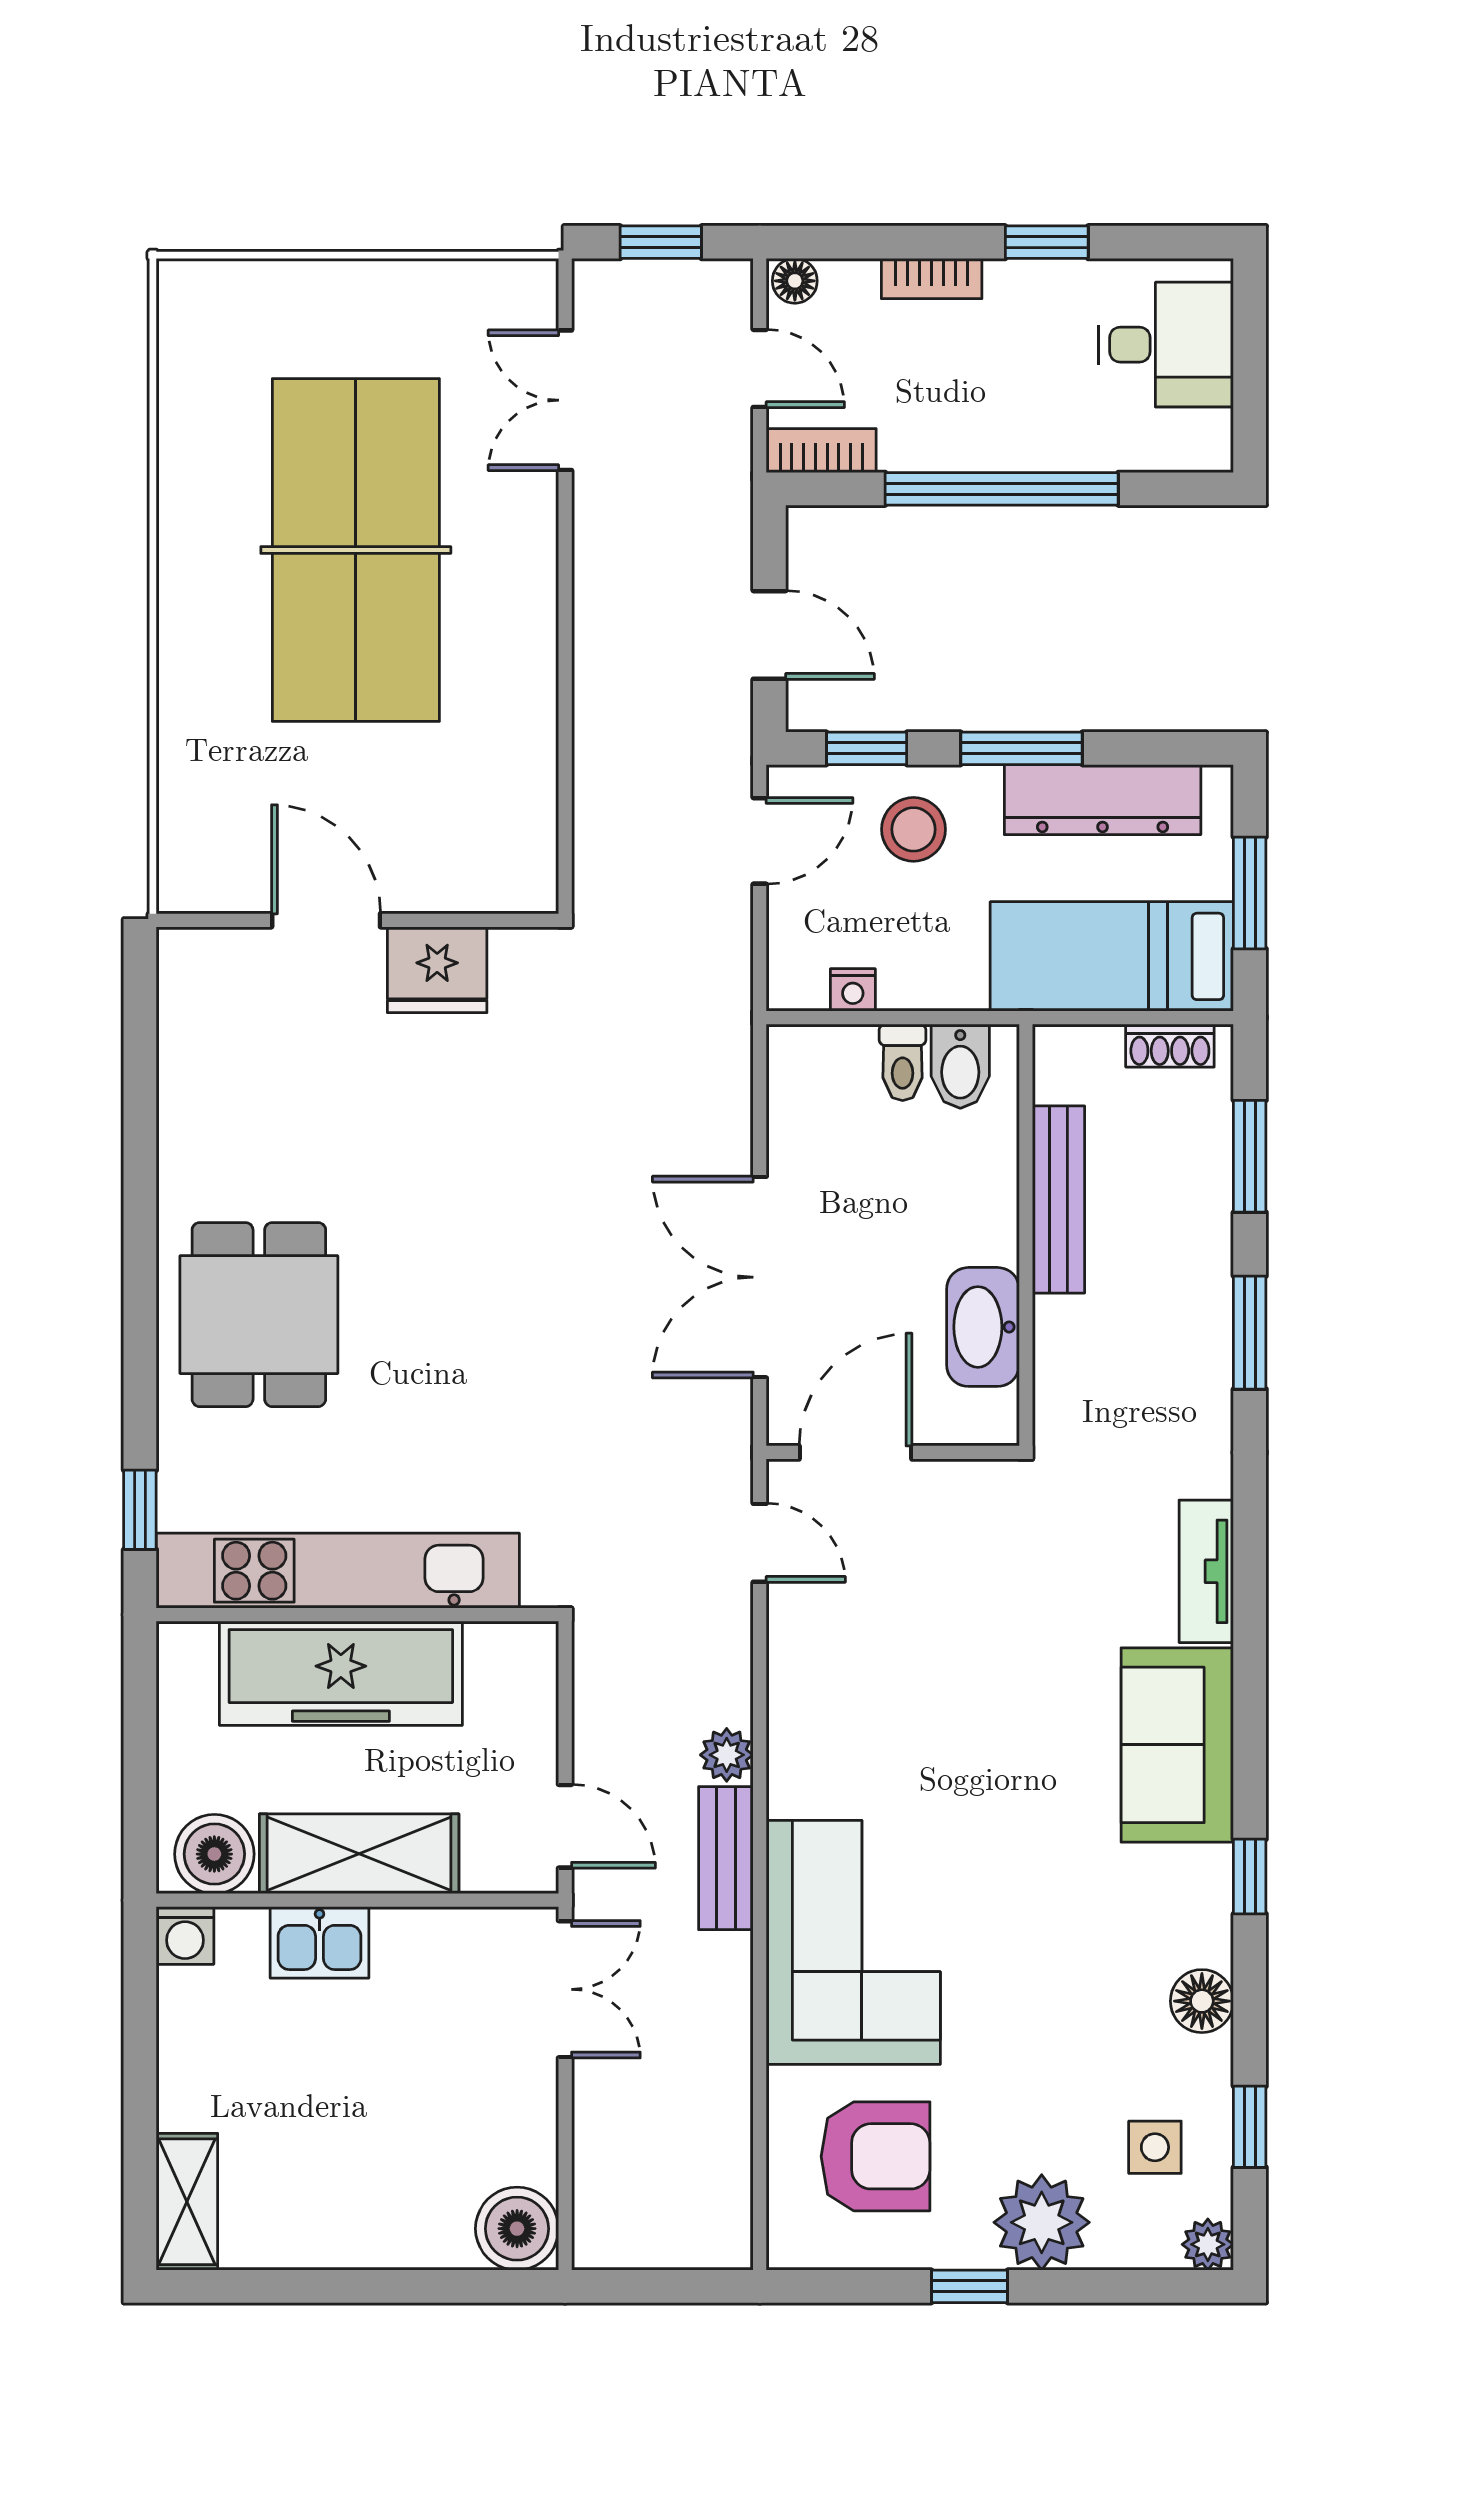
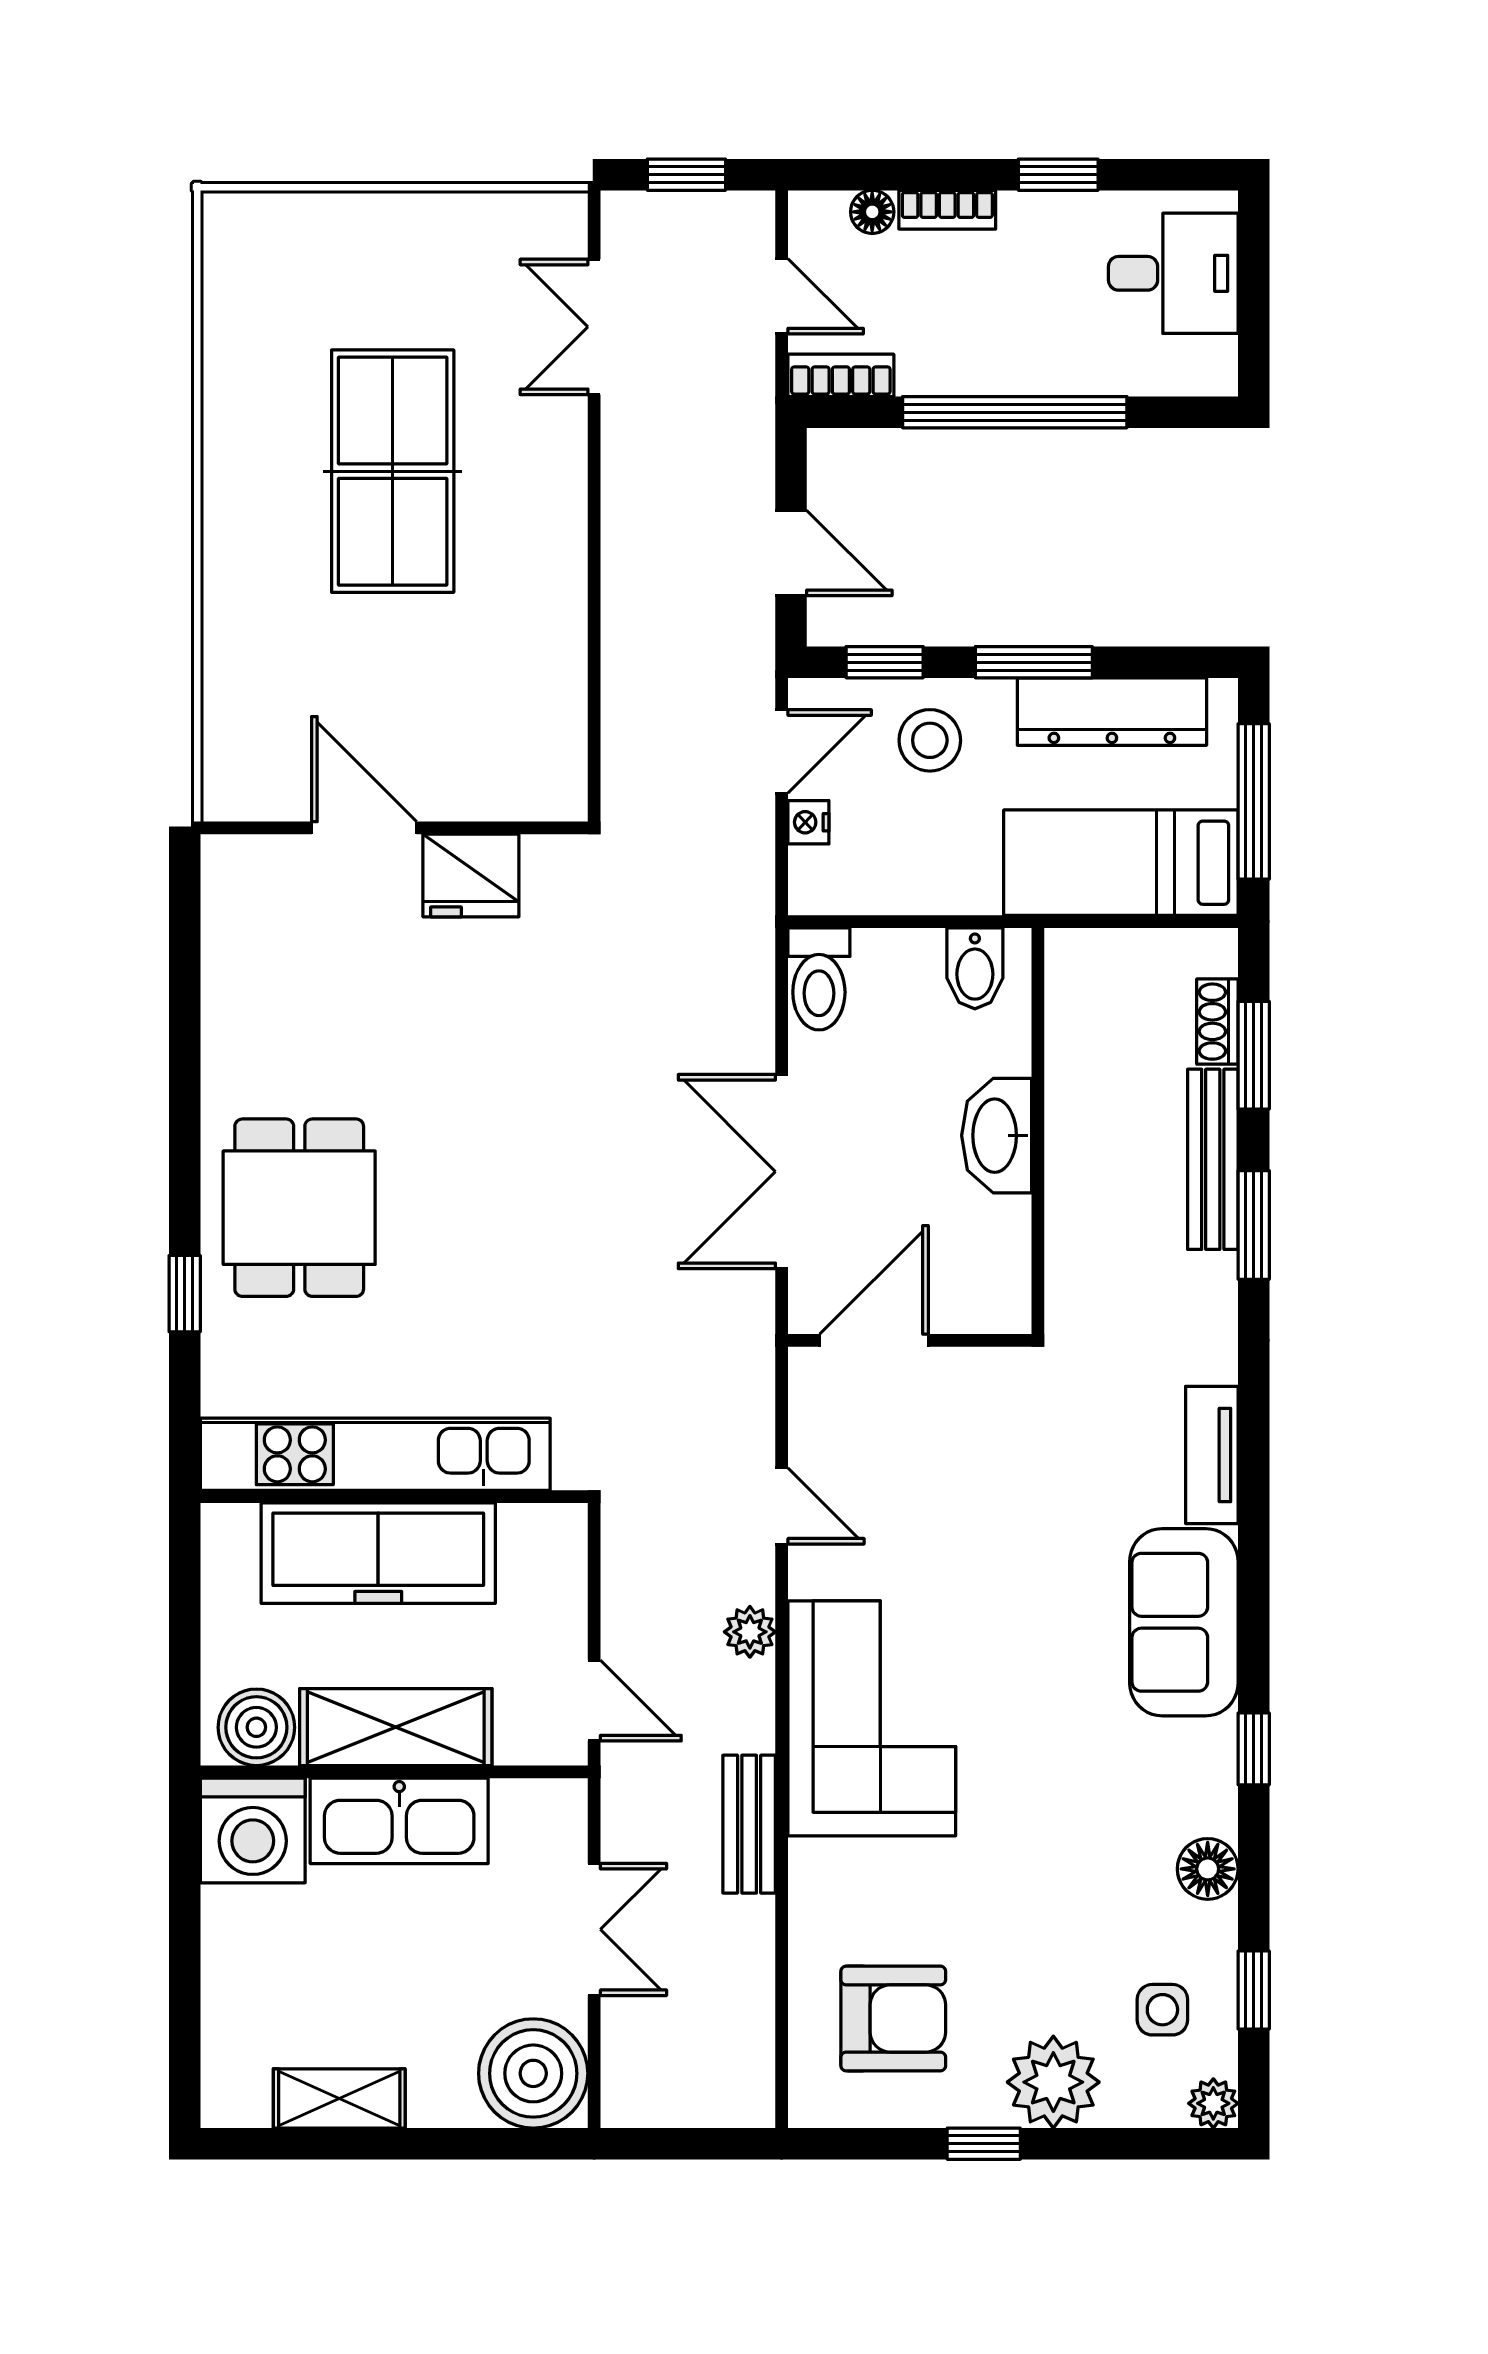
floor lamp: (795, 281) -> (872, 212), moved
table tennis table: (356, 550) -> (393, 471), width x0.73, depth x0.76
window: (1250, 893) -> (1254, 801), width x1.44
nightstand: (853, 990) -> (808, 822), moved, turned 90
shoe rack: (1170, 1046) -> (1217, 1022), moved, turned 90
toilet: (903, 1062) -> (819, 979), moved, width x1.37, depth x1.39
bench: (1058, 1200) -> (1213, 1159), moved
washbasin: (983, 1327) -> (997, 1136), moved
window: (140, 1510) -> (185, 1294), moved
door: (760, 1543) -> (782, 1506), moved
bench: (726, 1858) -> (749, 1824), moved
washing machine: (185, 1936) -> (253, 1830), width x1.89, depth x1.89
kitchen sink: (319, 1942) -> (399, 1821), width x1.87, depth x1.24
corner sofa: (853, 1942) -> (872, 1718), moved
double door: (565, 1989) -> (594, 1929), moved
shelving: (187, 2202) -> (339, 2098), moved, turned 90
boiler: (517, 2229) -> (533, 2073), width x1.37, depth x1.37

